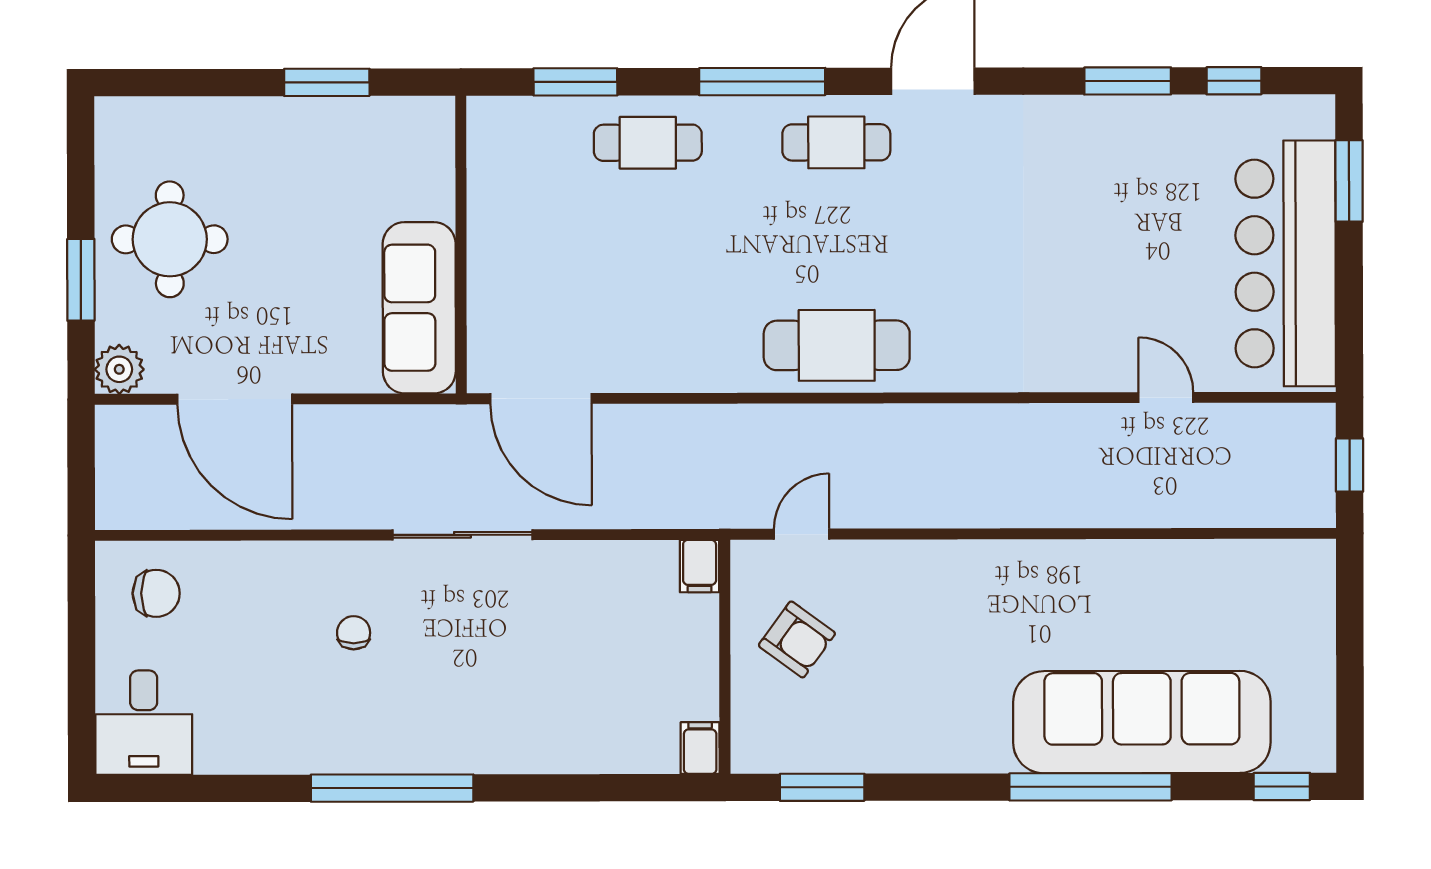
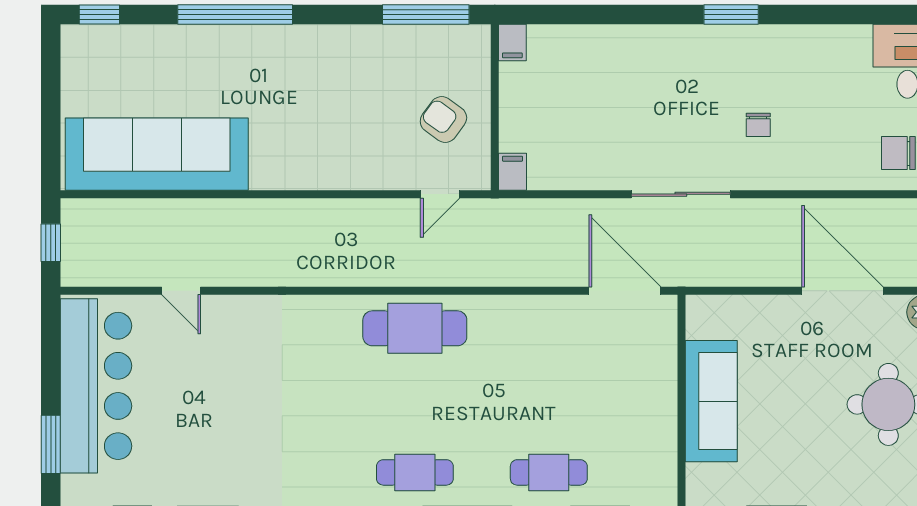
sofa: (419, 308) -> (711, 401), moved
sofa: (1142, 722) -> (157, 154), moved, turned 180
window: (822, 787) -> (426, 14), width x1.44
window: (392, 788) -> (731, 14), width x0.47

